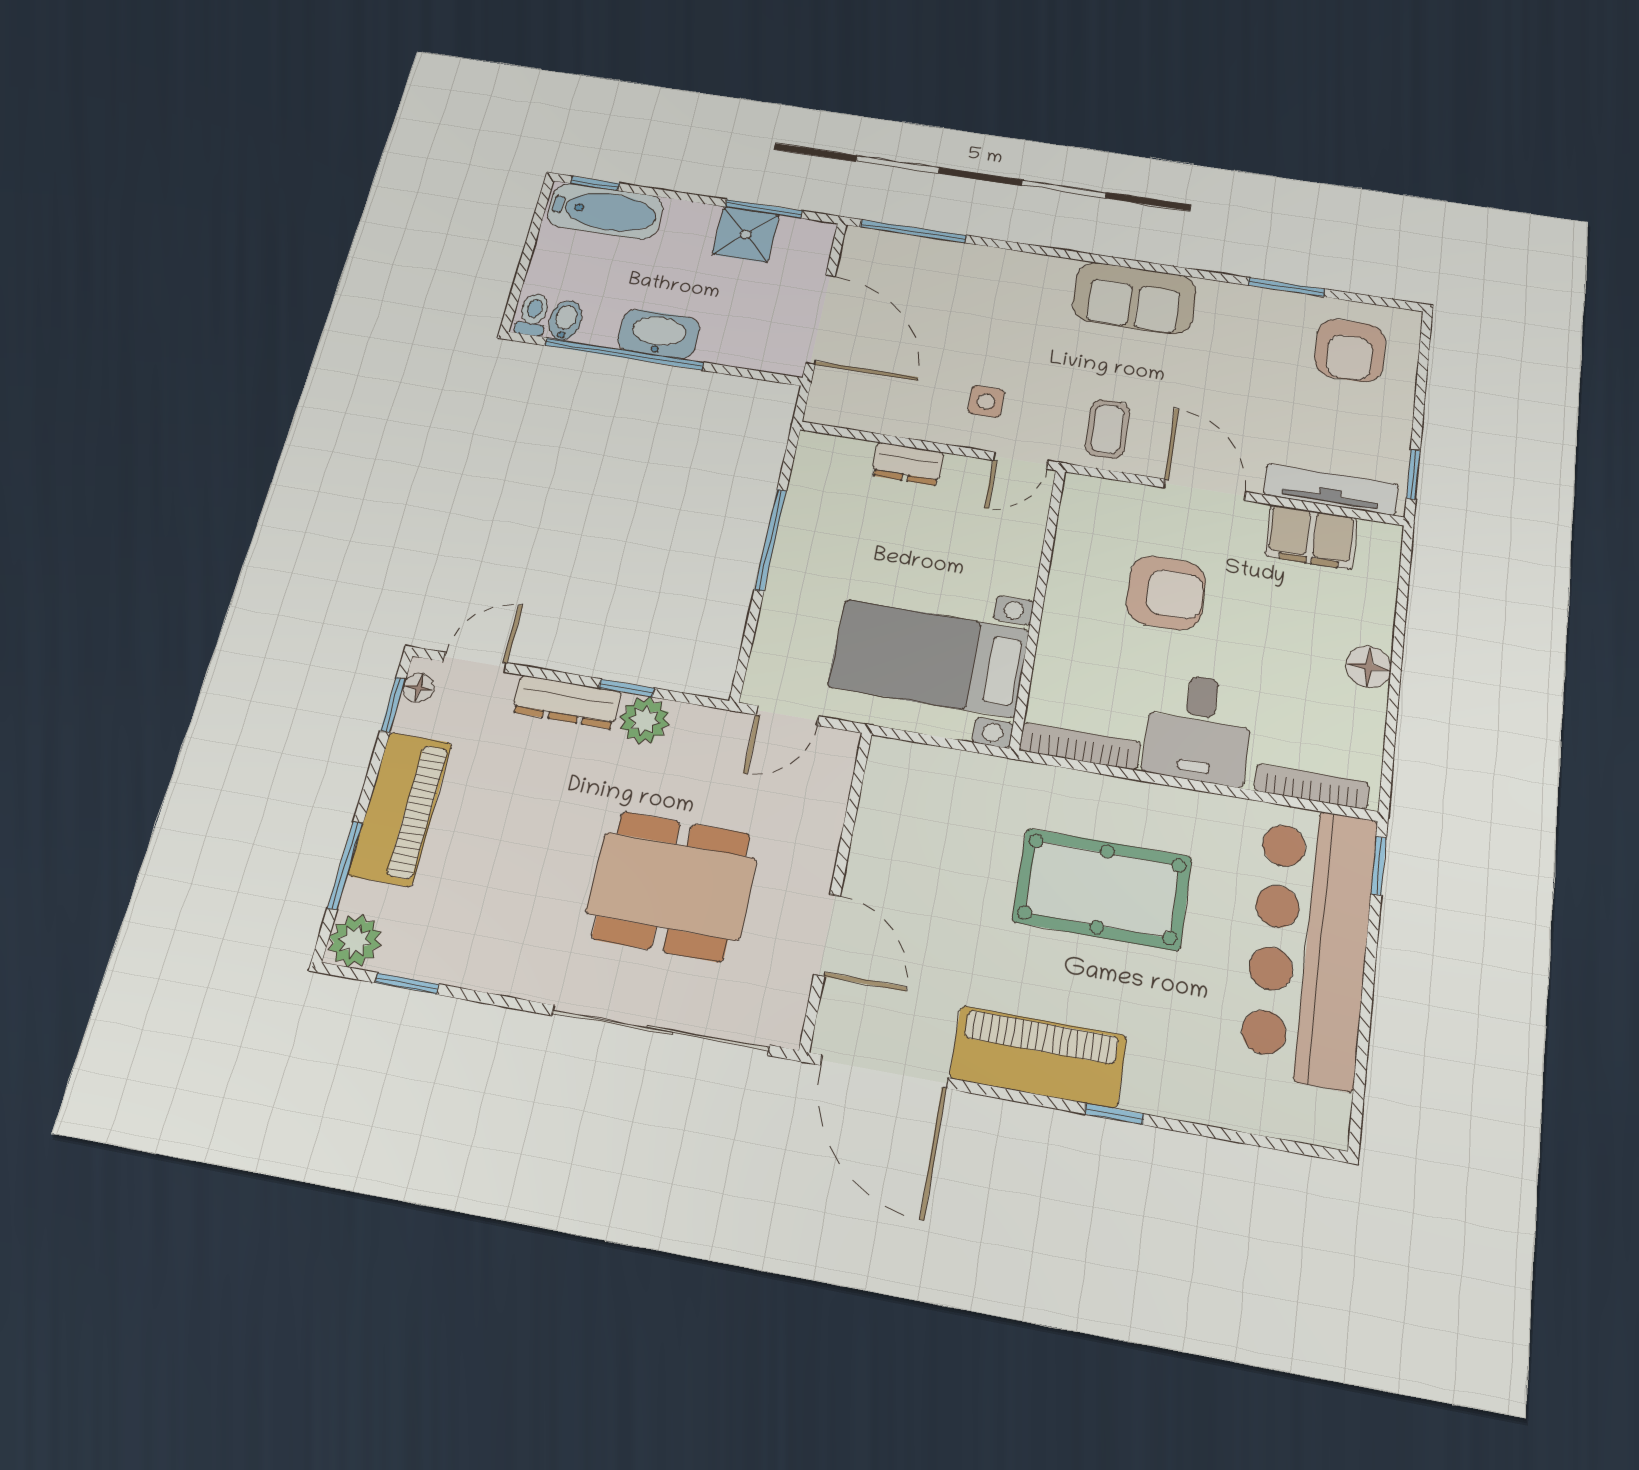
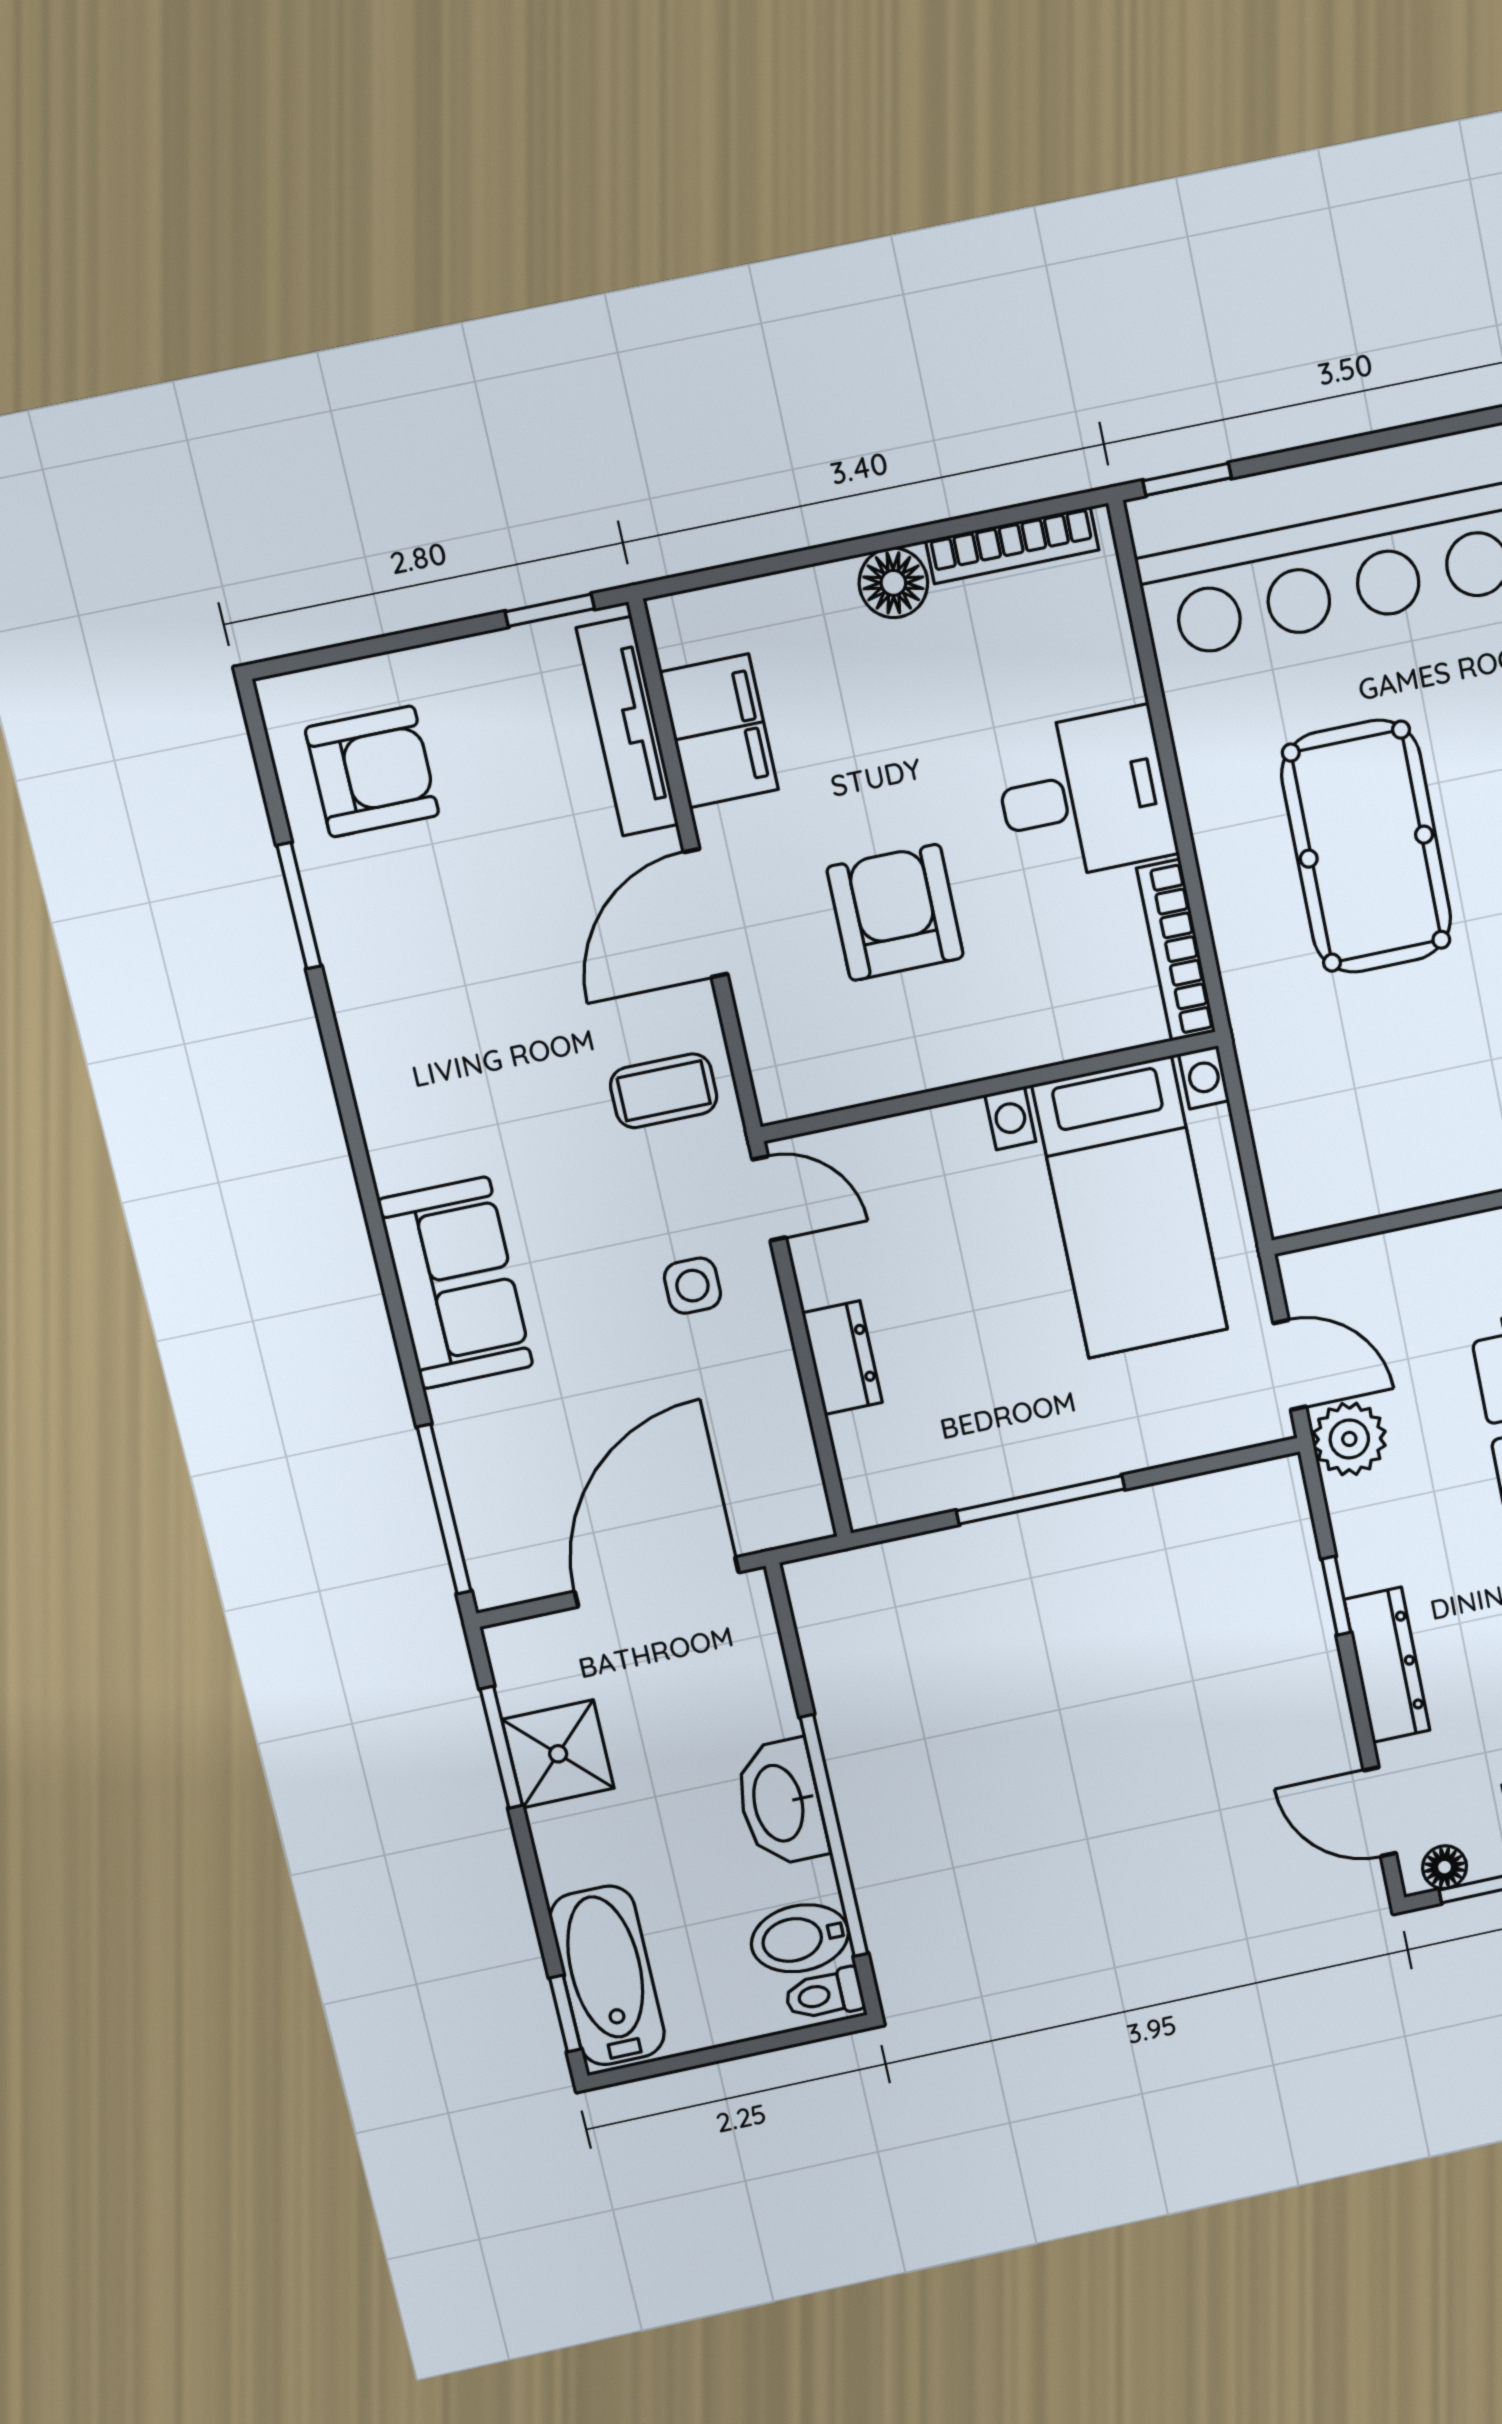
sofa: (1134, 298) -> (455, 1283), moved
bidet: (565, 320) -> (800, 1938), width x1.38, depth x1.36
plant: (644, 720) -> (1349, 1439), moved
bookcase: (1312, 786) -> (1012, 545), moved, turned -90

